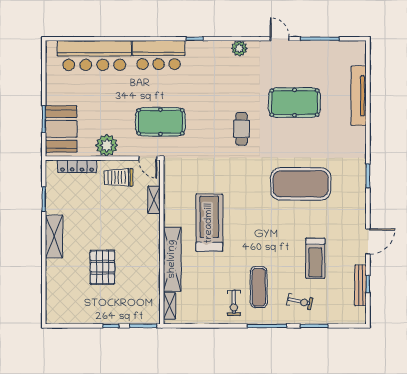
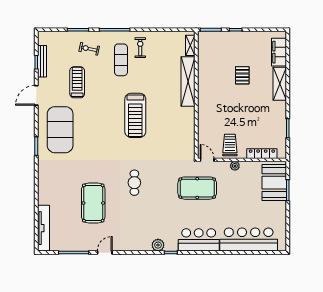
door: (280, 39) -> (105, 253), swing flipped
plant: (239, 48) -> (158, 245), moved
tv unit: (359, 96) -> (44, 228), moved
pool table: (294, 103) -> (93, 203), turned 90
plant: (107, 145) -> (235, 166), width x0.53, depth x0.53
trolley: (118, 177) -> (230, 145), turned -90
exercise mat: (301, 184) -> (60, 130), moved, turned 90
shelving: (154, 200) -> (202, 128), removed
treadmill: (209, 223) -> (135, 115), moved
shelving: (54, 237) -> (280, 84), moved
pallet: (102, 267) -> (242, 75), width x0.67, depth x0.71
filing cabinet: (55, 297) -> (279, 52), added

